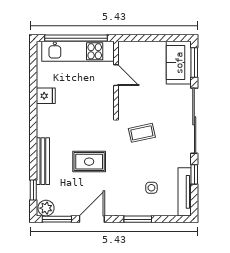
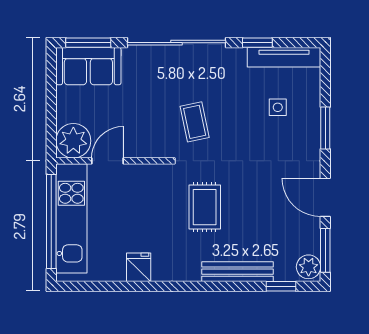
plant: (129, 53) -> (73, 141), added
rug: (89, 162) -> (205, 207), moved

